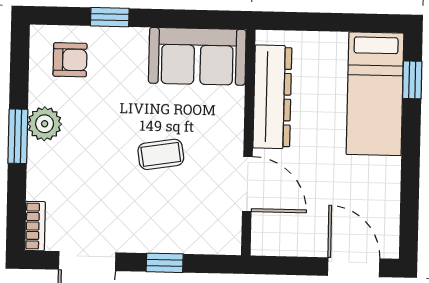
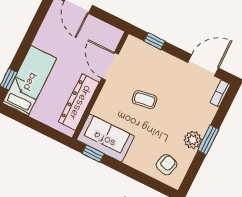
window: (110, 17) -> (93, 154), moved
armchair: (70, 60) -> (167, 165), turned 106
window: (165, 263) -> (154, 41), moved

